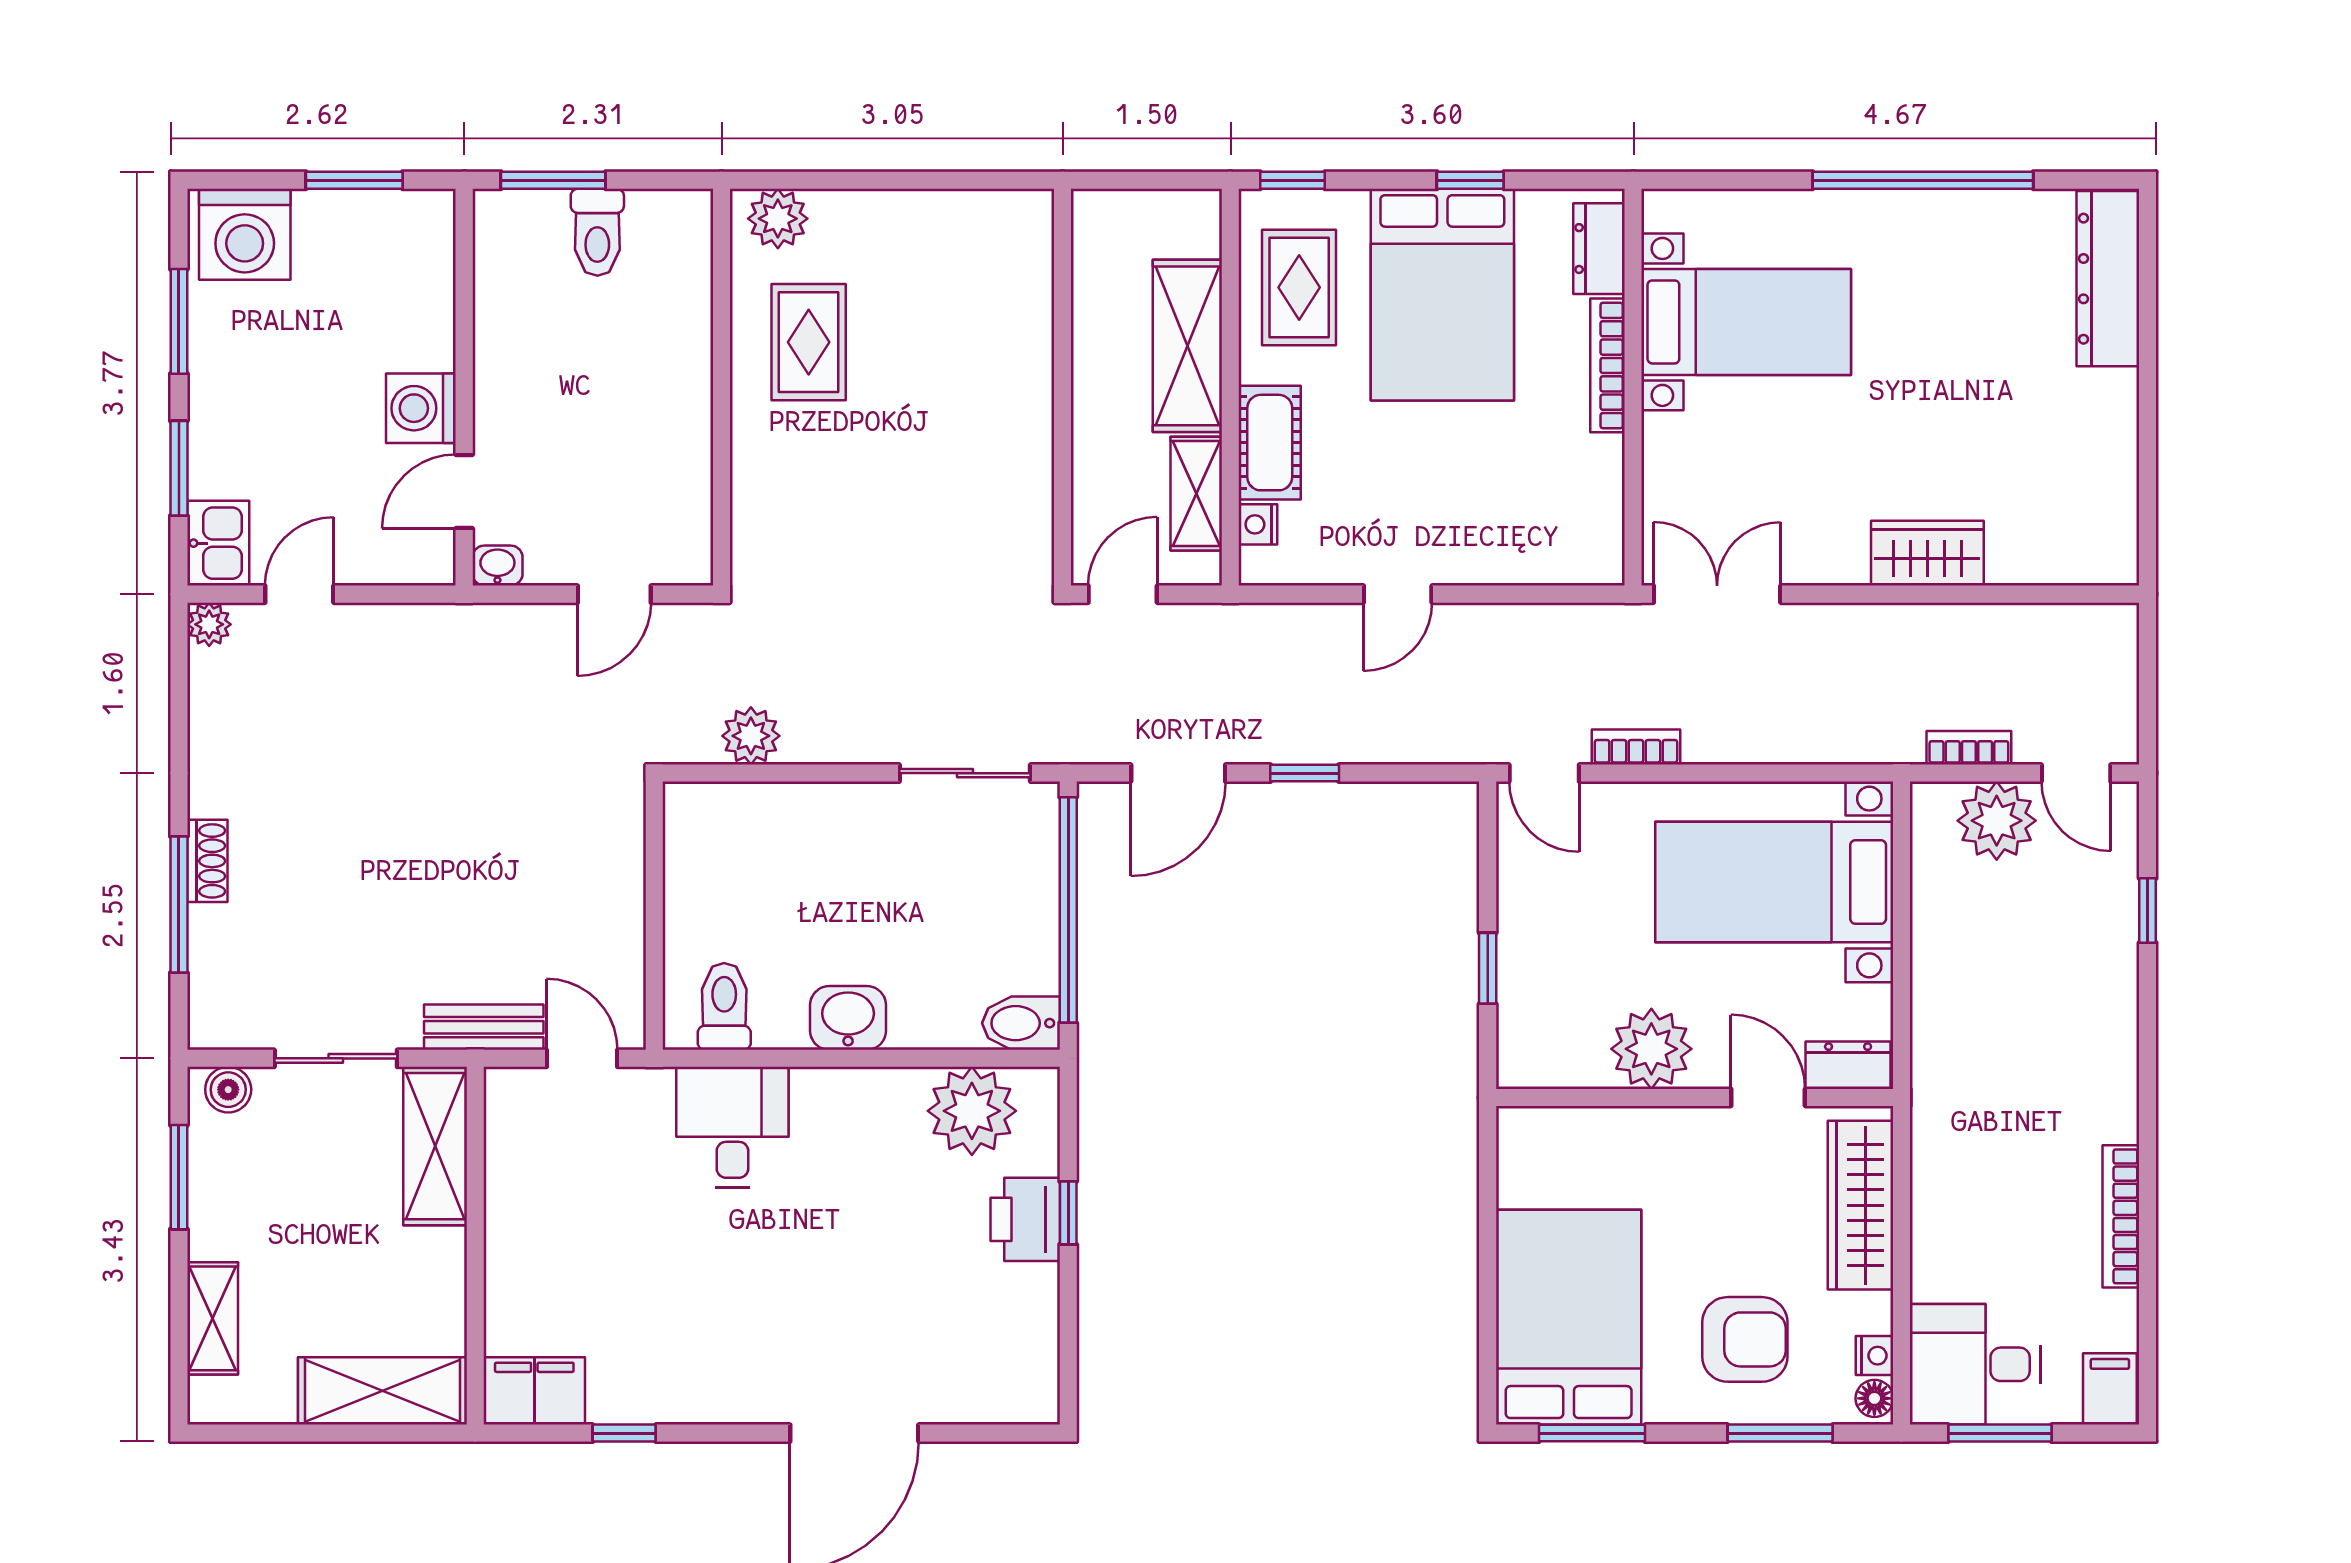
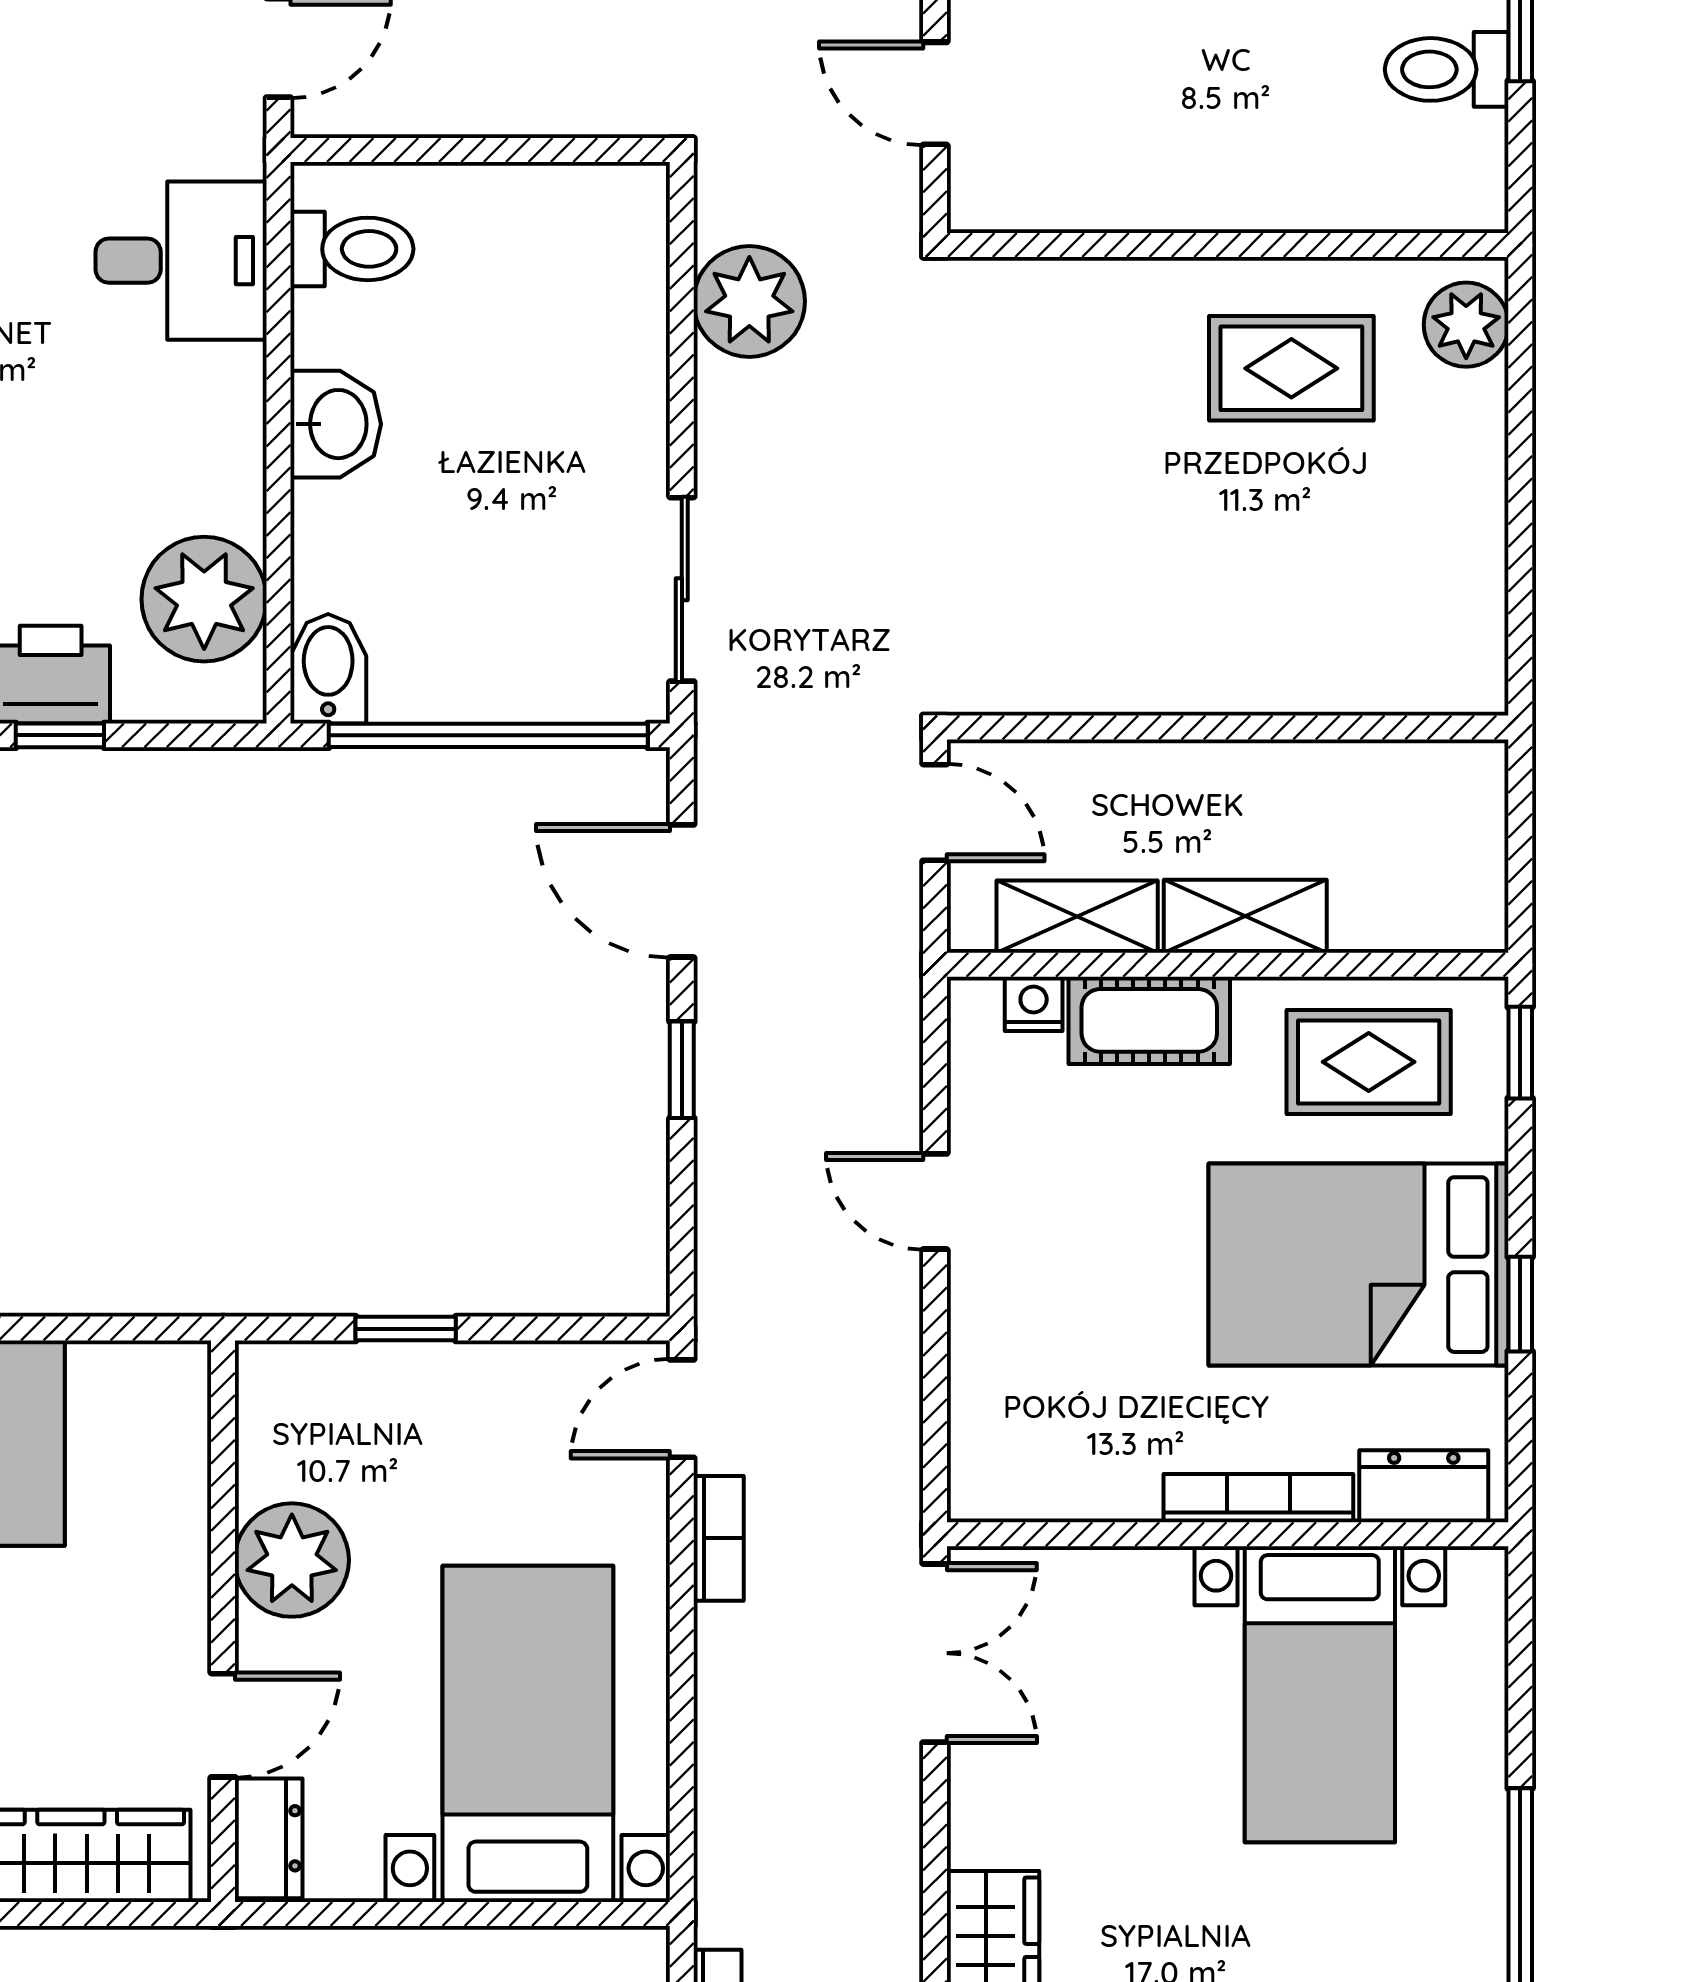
shelving: (1187, 346) -> (1245, 916), width x0.67, depth x0.75
plant: (751, 736) -> (749, 301), width x1.36, depth x1.36

